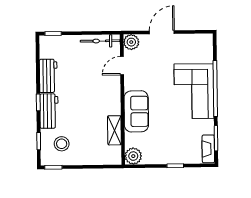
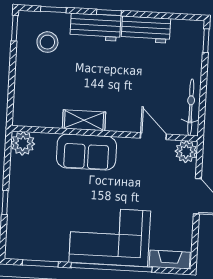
shelving: (114, 130) -> (84, 120), moved
fireplace: (208, 149) -> (170, 259), moved

